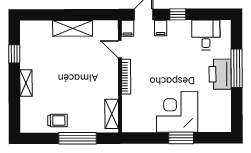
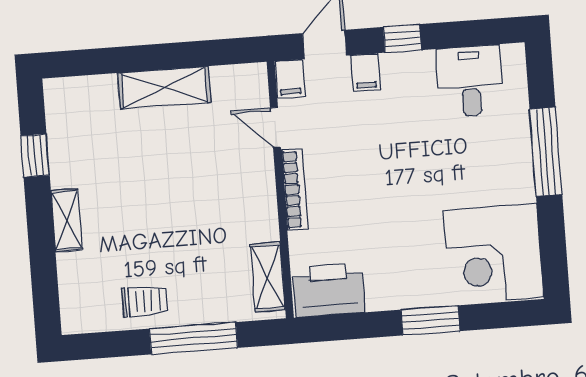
printer: (220, 74) -> (329, 290), moved, turned 90
corner desk: (177, 112) -> (493, 254), moved, turned -90

